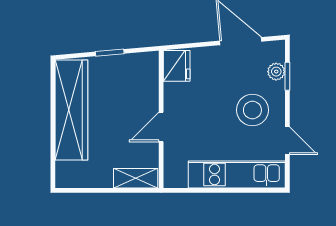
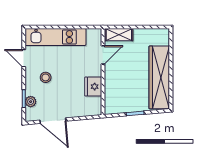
fridge: (177, 66) -> (93, 87), moved
stool: (252, 110) -> (46, 77), width x0.53, depth x0.53
door: (161, 127) -> (103, 55), moved

